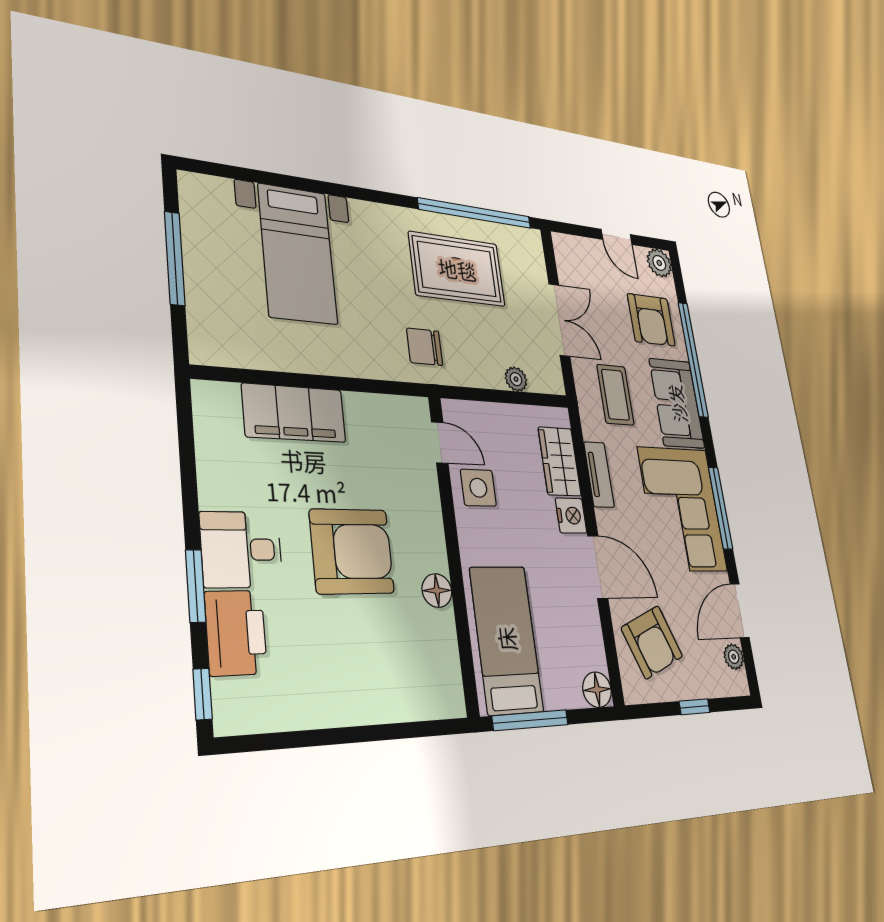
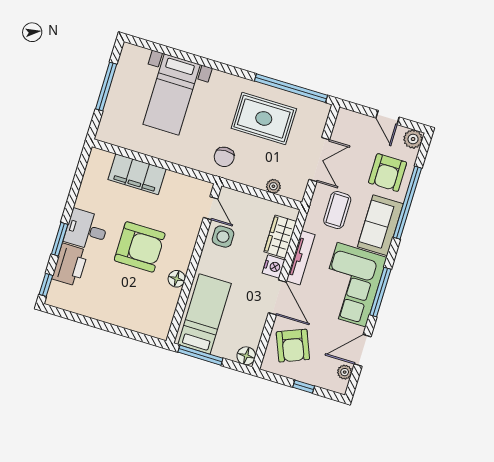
chair: (425, 347) -> (224, 157), turned -90
tv unit: (599, 475) -> (301, 258), width x1.41

